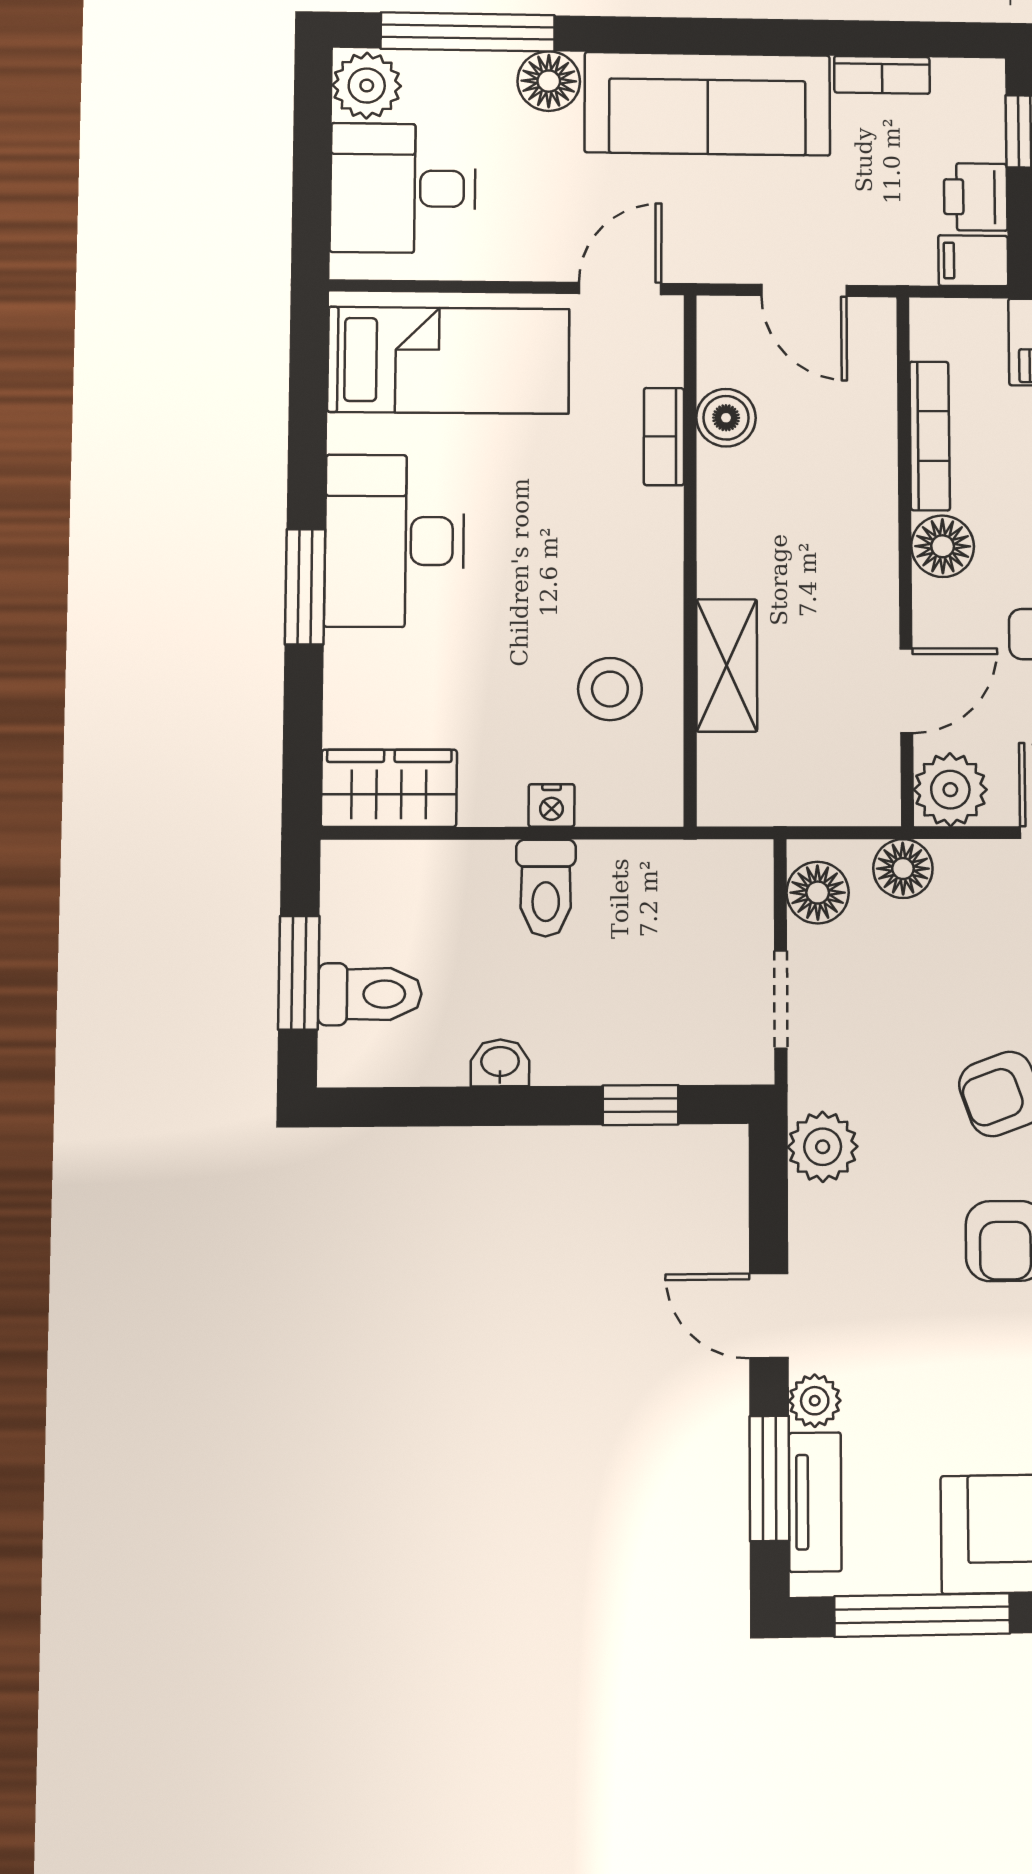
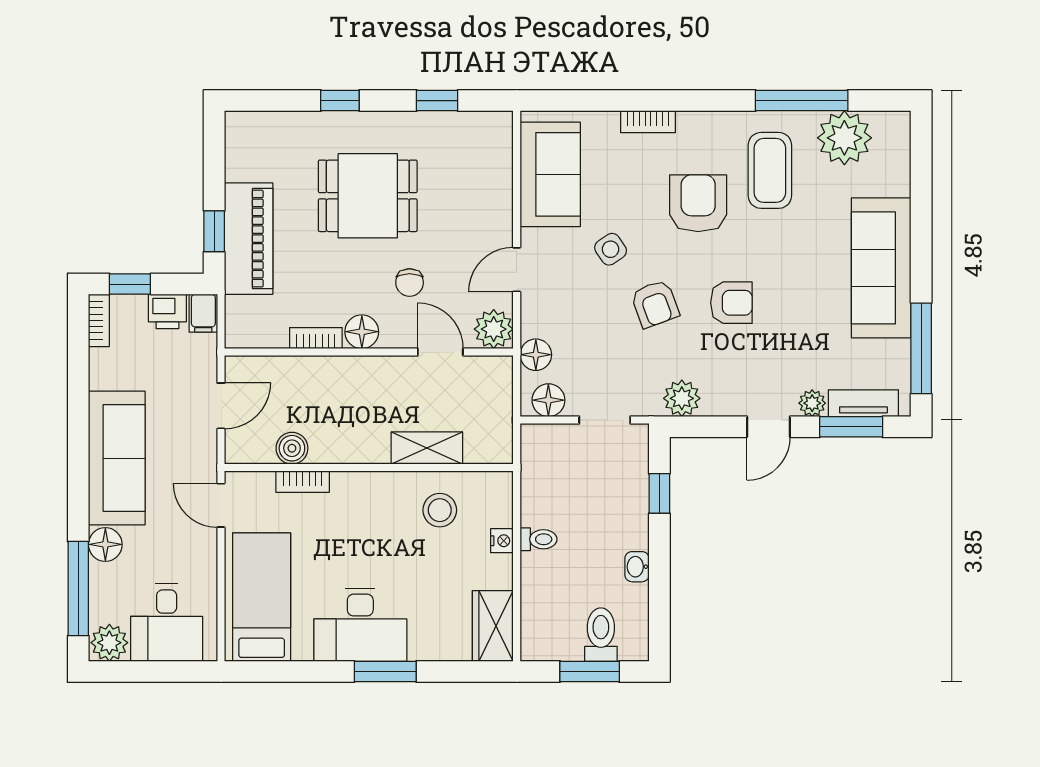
bookcase: (882, 75) -> (99, 320), moved
bookcase: (930, 436) -> (316, 338), width x0.64
toilet: (546, 888) -> (539, 539), width x0.73, depth x0.72

